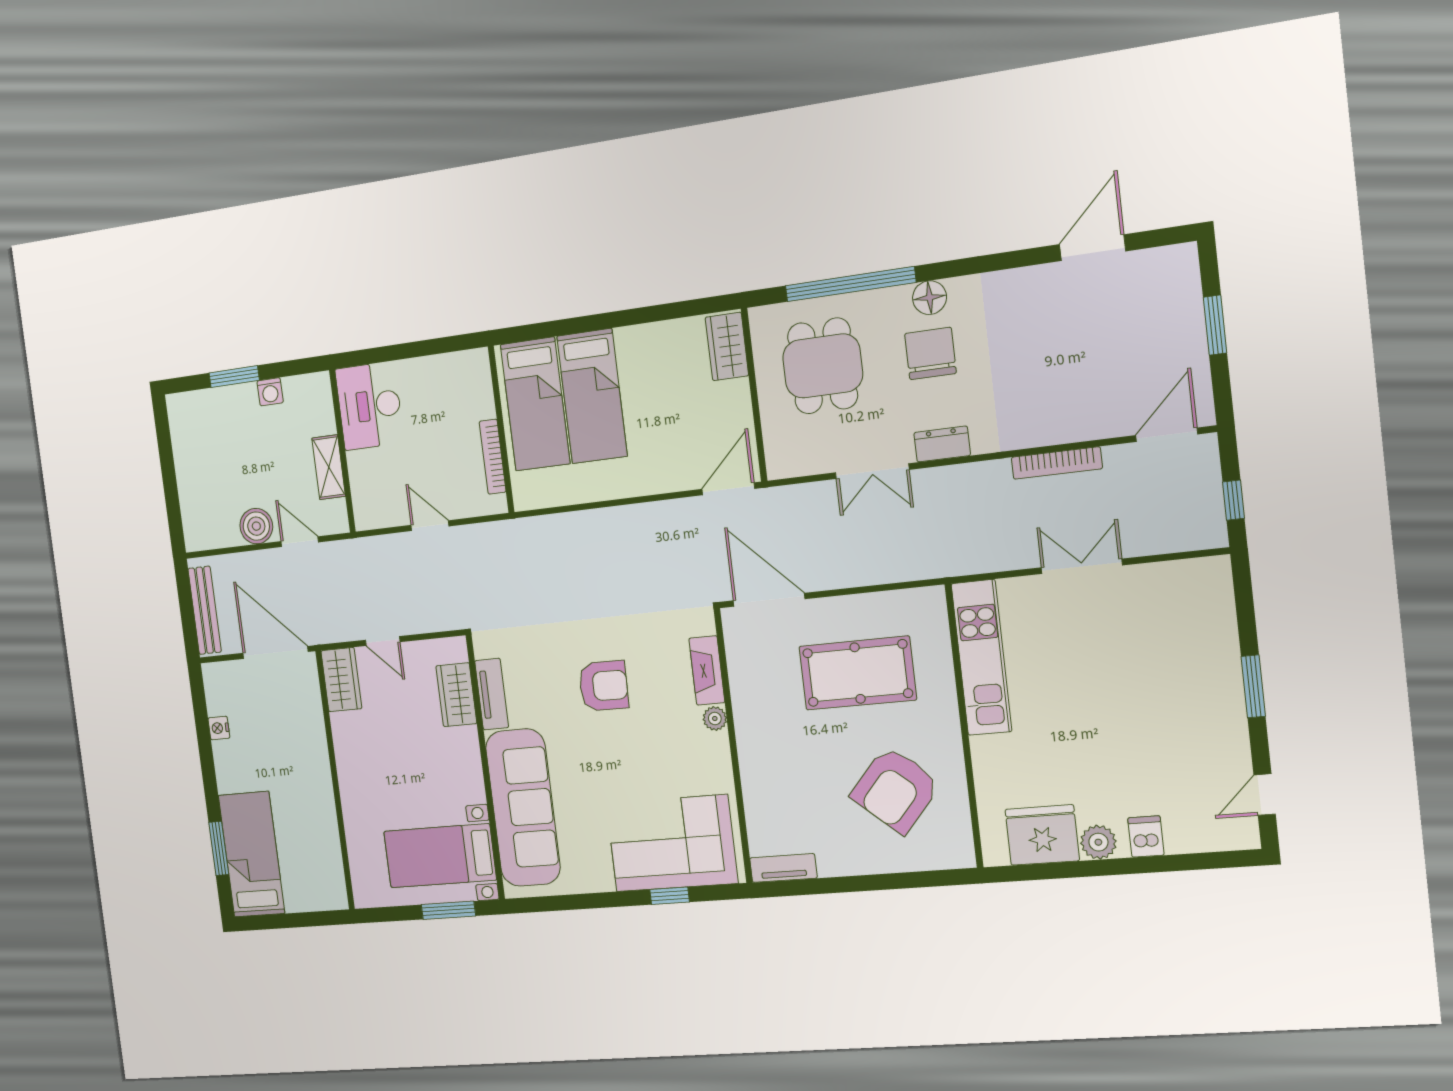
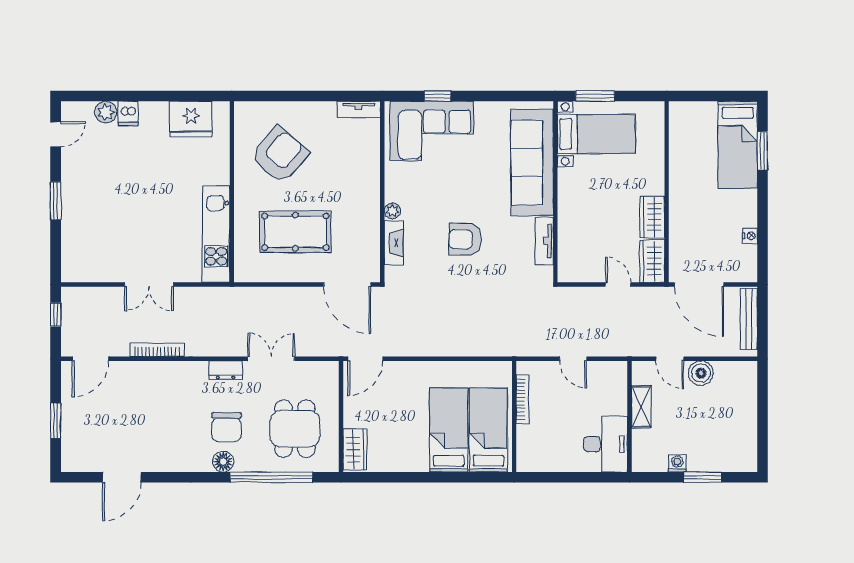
wardrobe: (456, 695) -> (652, 217), moved, turned 180
plant: (1098, 842) -> (106, 112), moved

